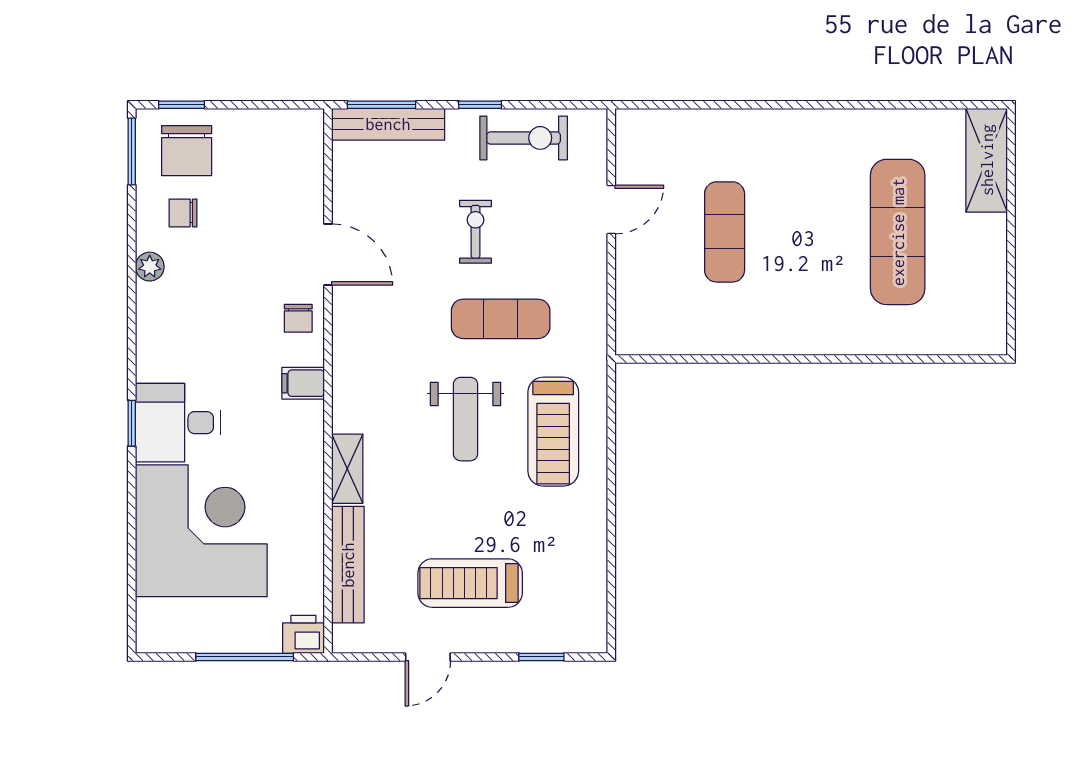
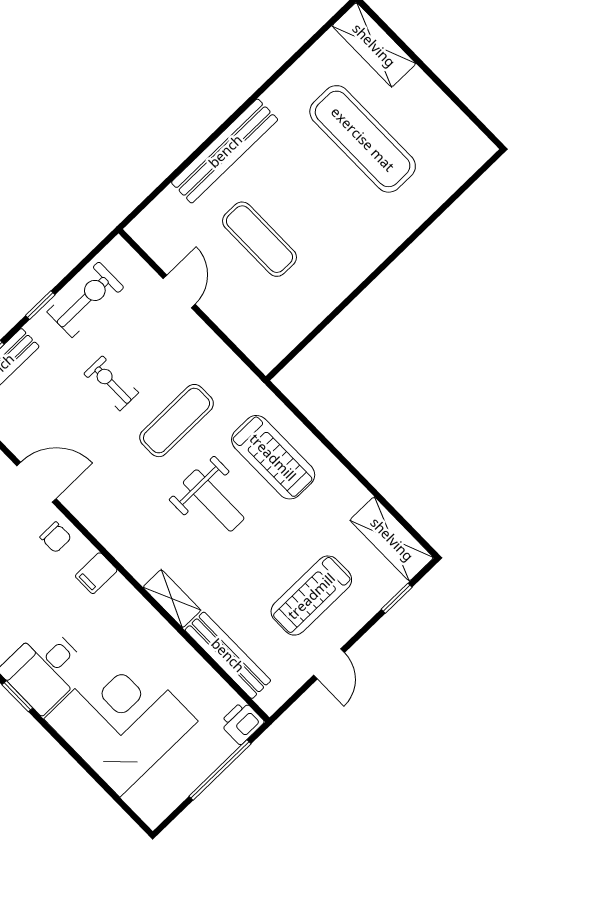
bench: (768, 127) -> (225, 151), added
shelving: (587, 602) -> (392, 539), added

